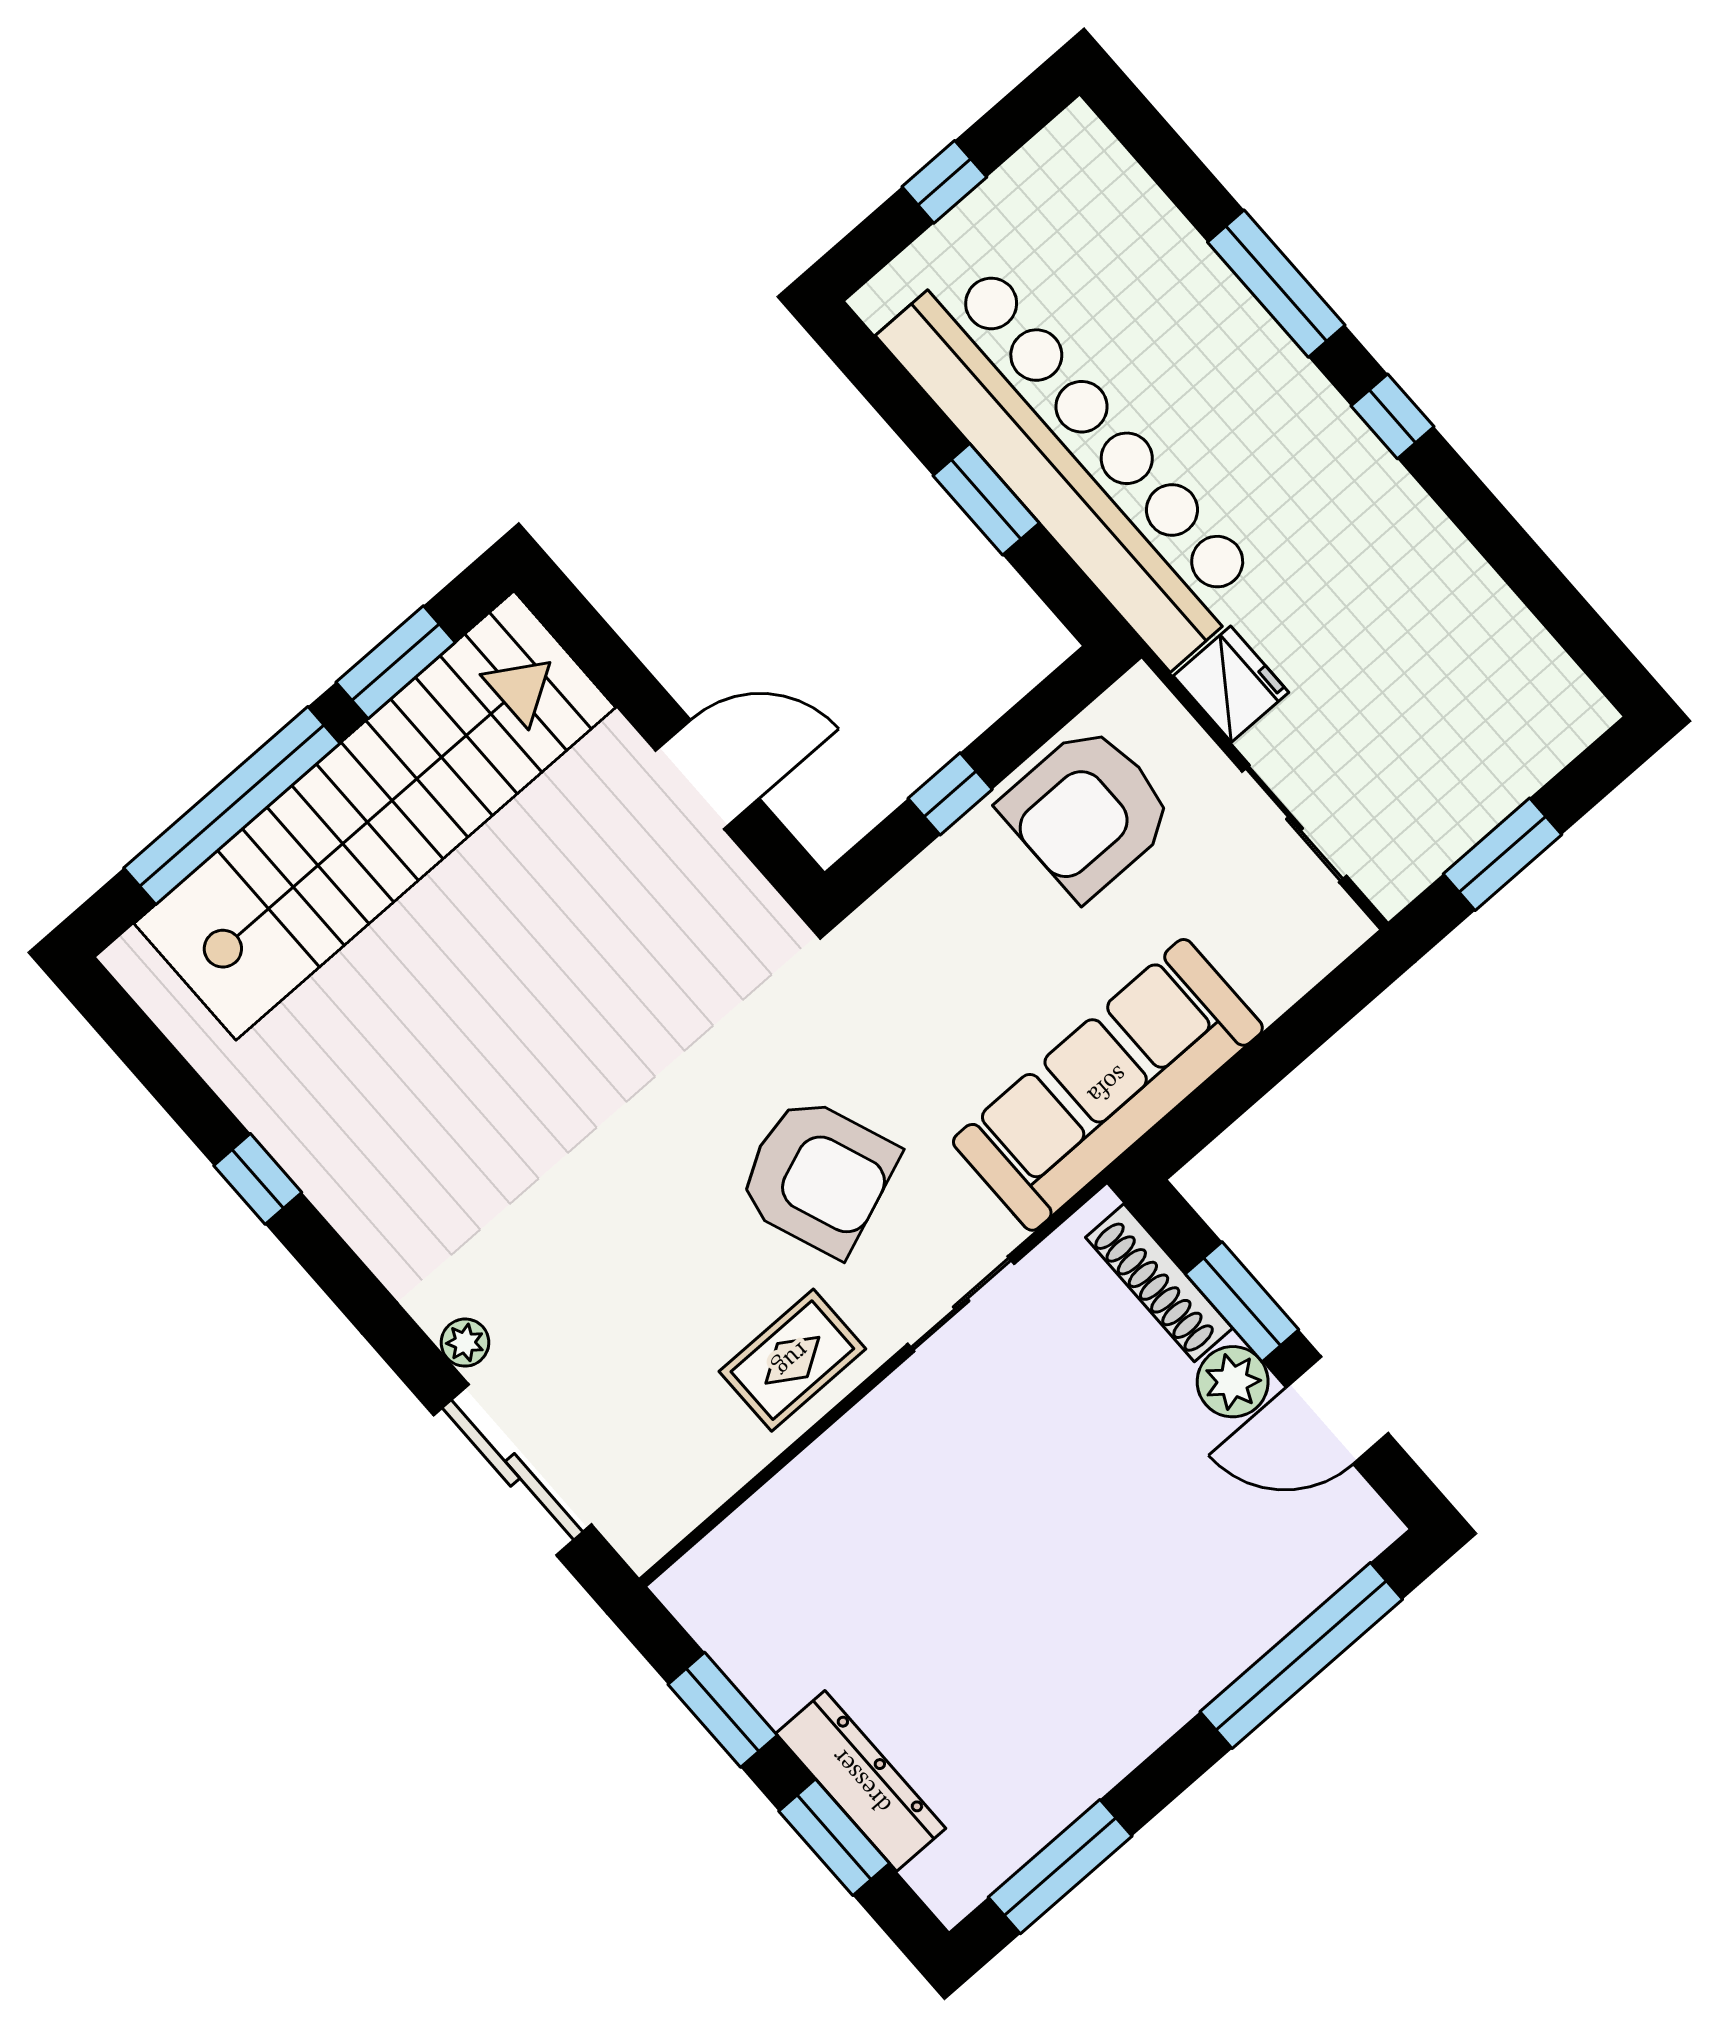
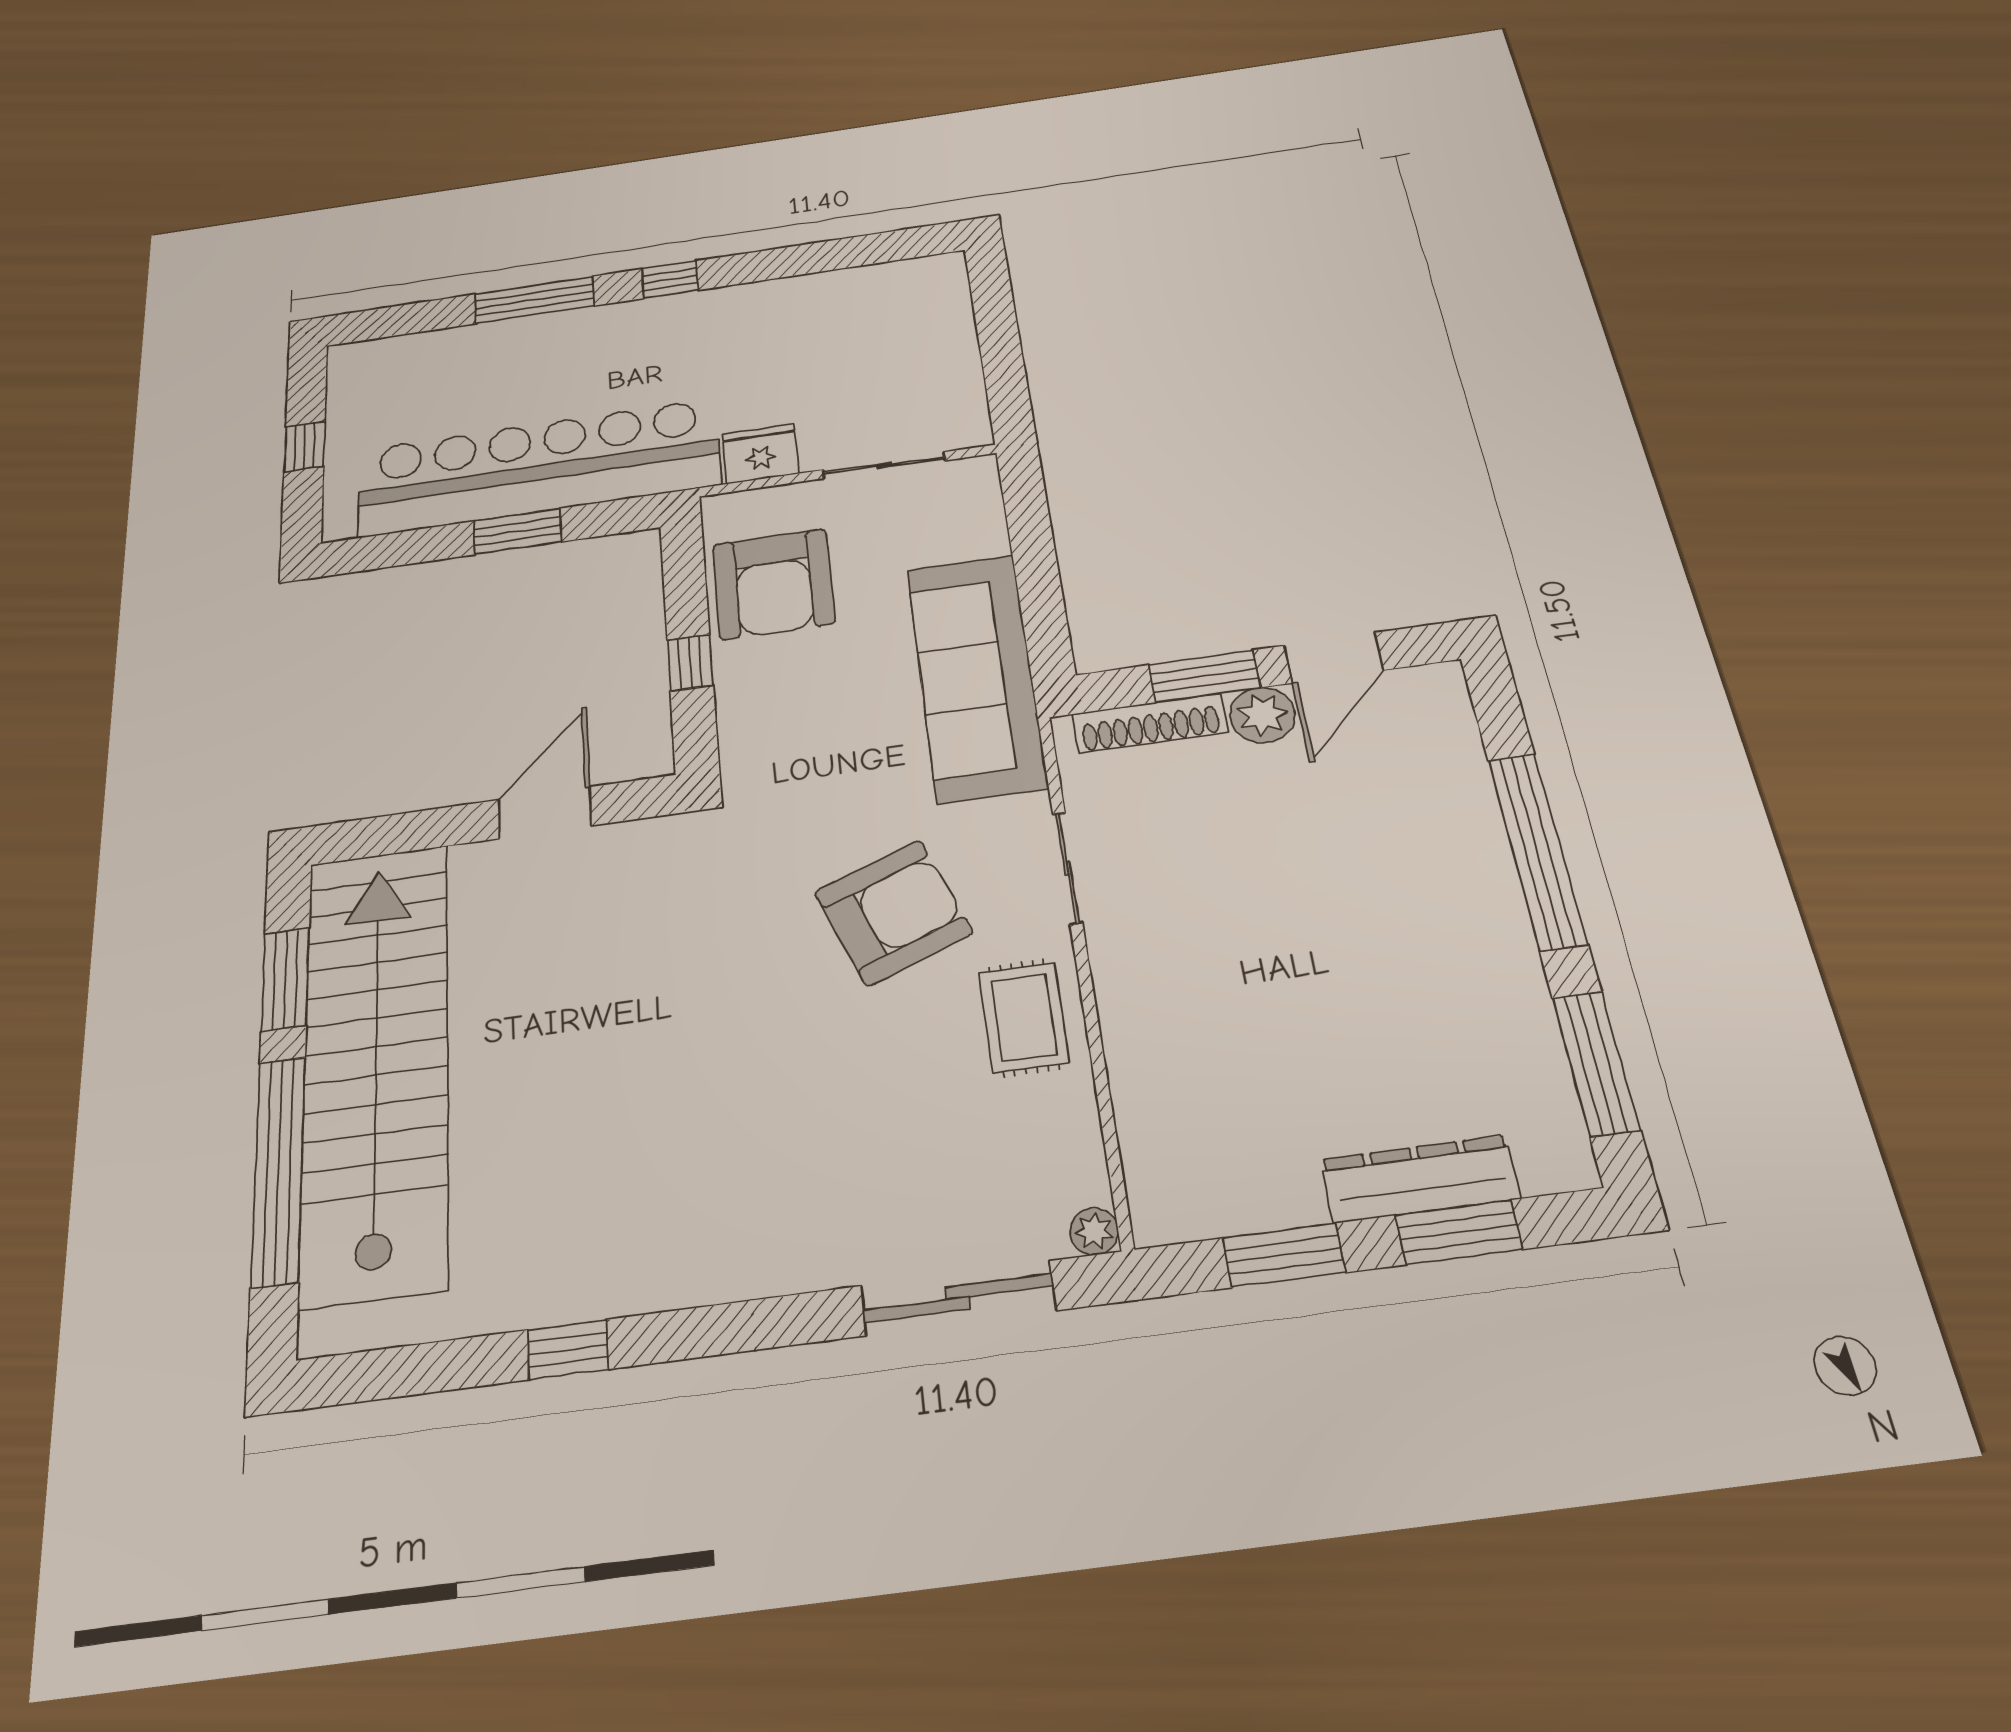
window: (1502, 854) -> (1002, 358), removed
plant: (465, 1343) -> (1094, 1231), moved
window: (1301, 1655) -> (1537, 851), moved

